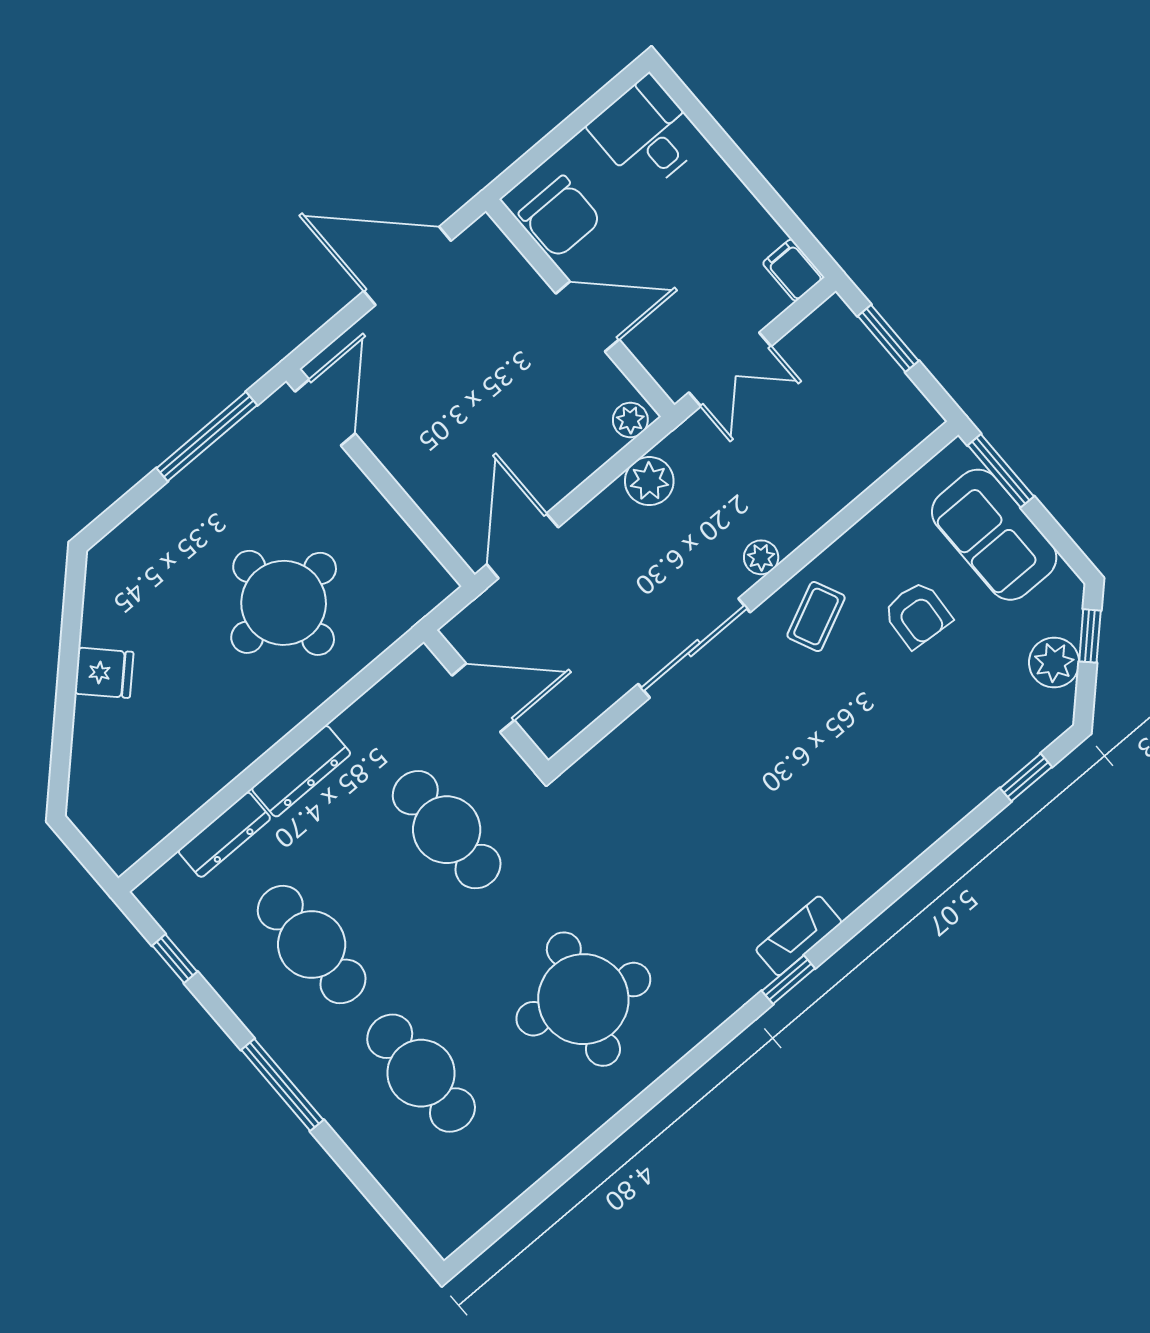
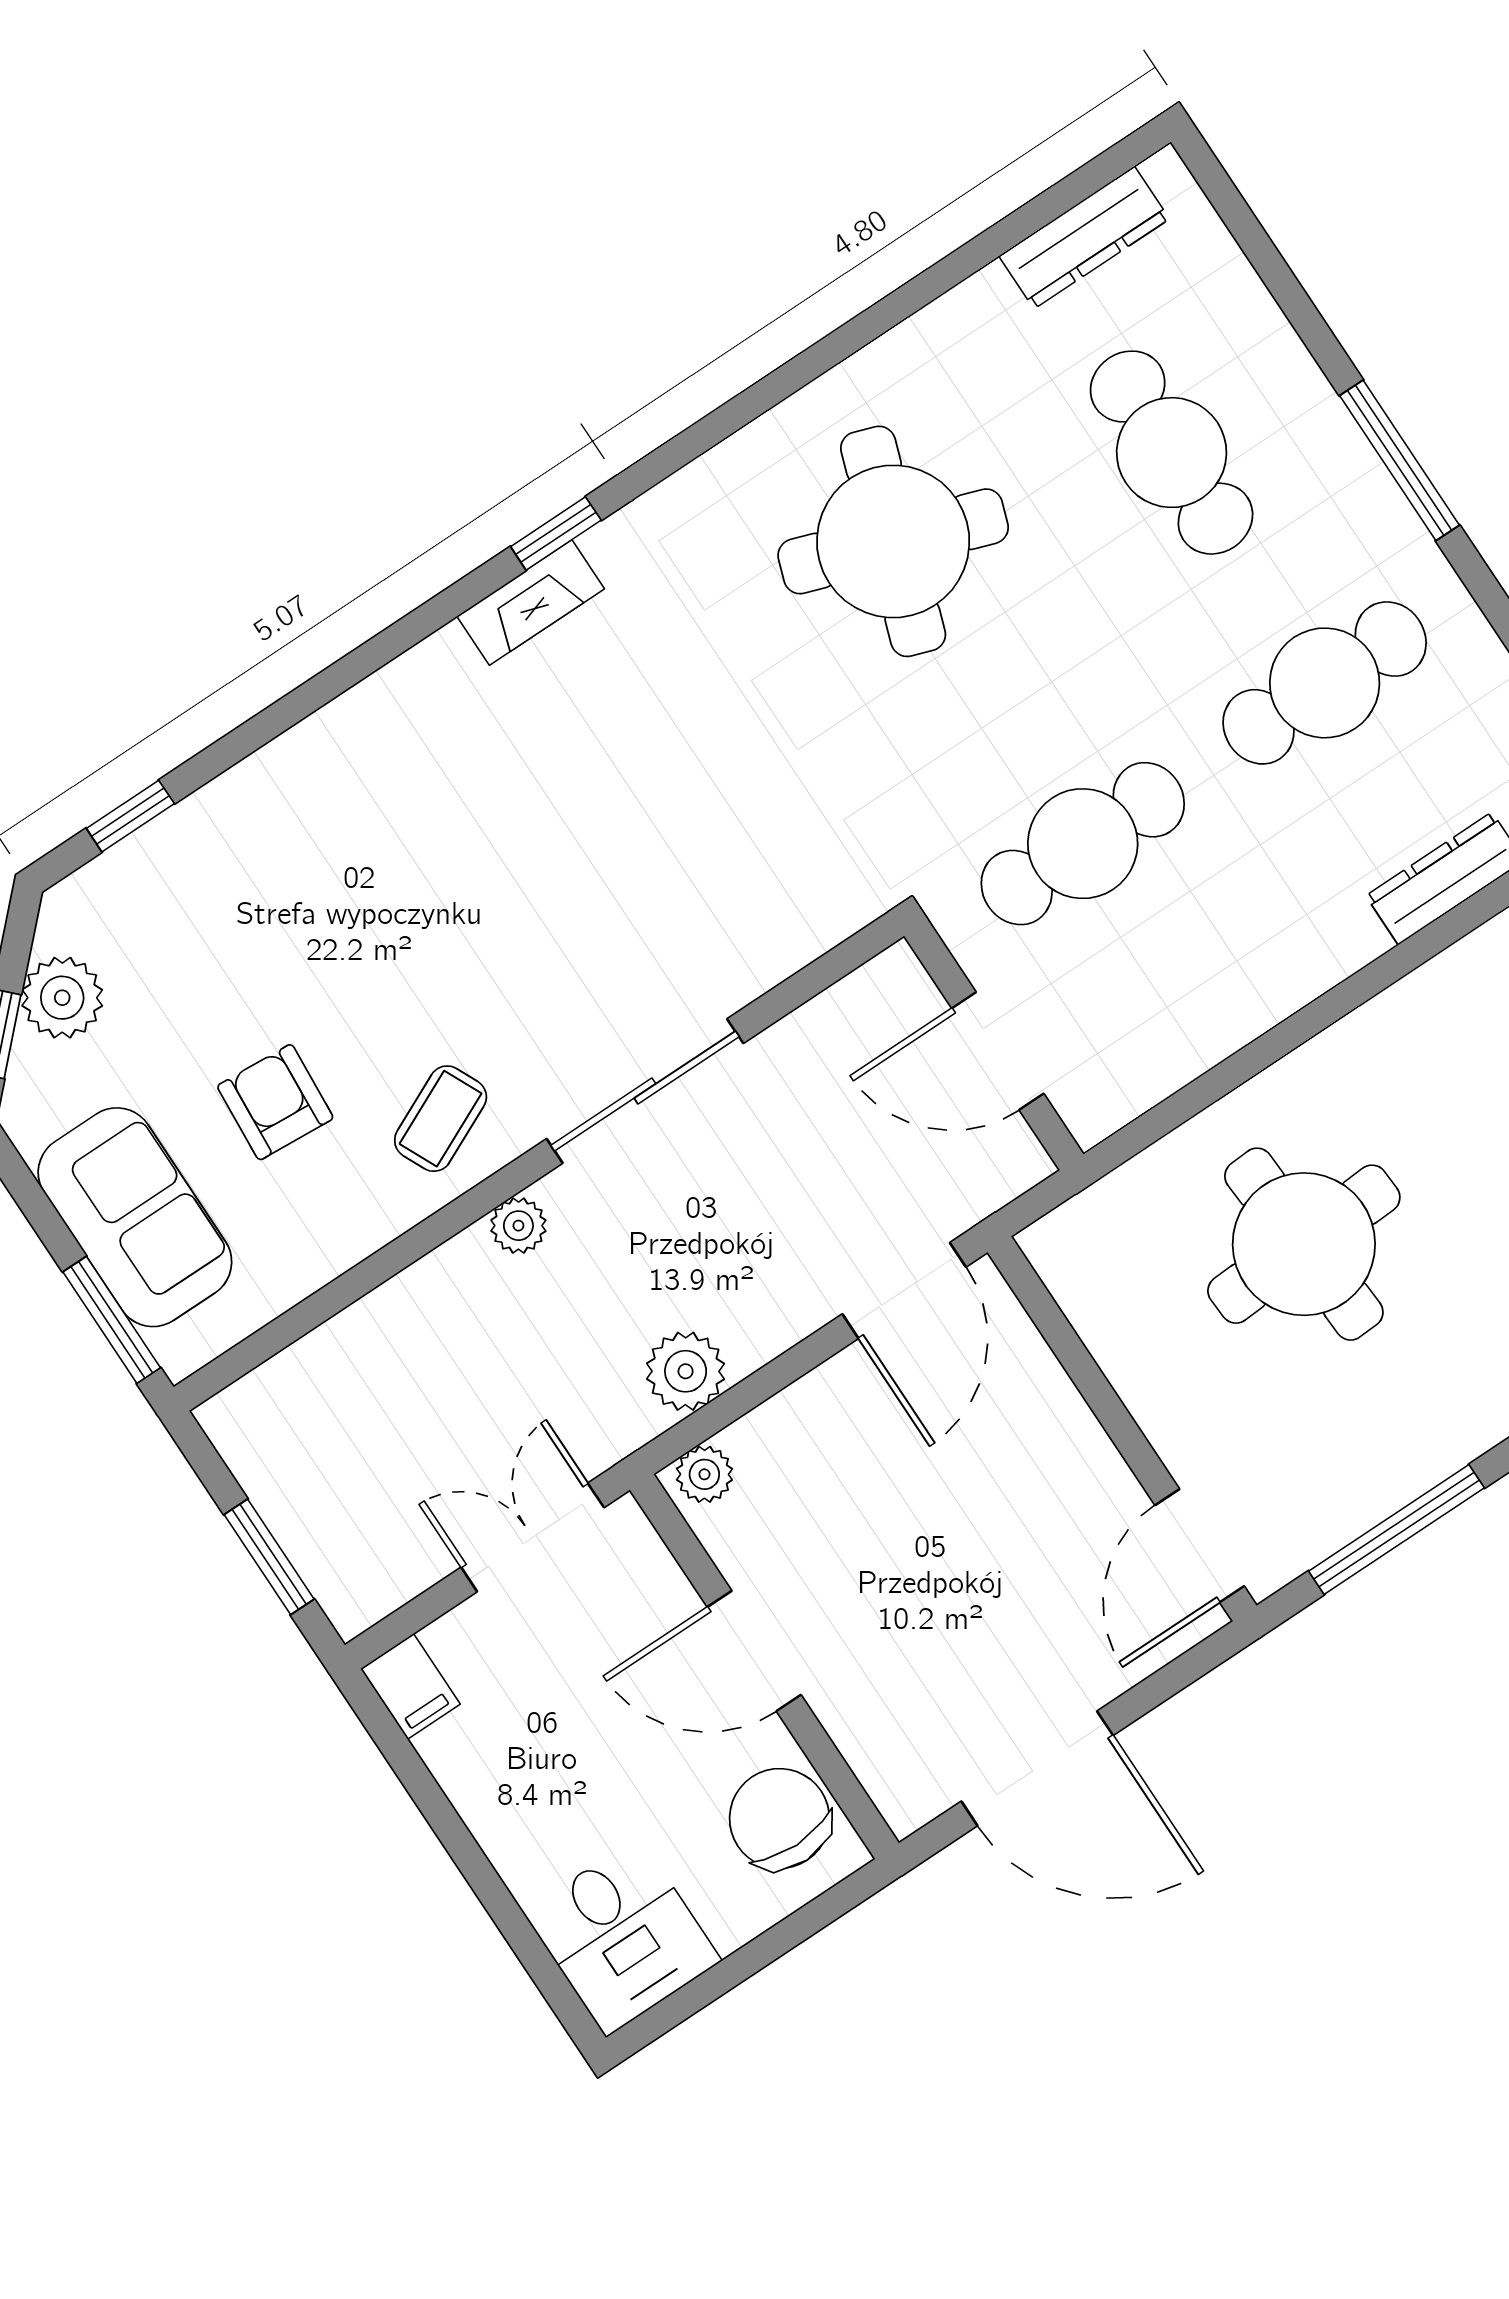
dresser: (301, 771) -> (1084, 238), moved, turned 180
cafe table: (447, 830) -> (1083, 844), turned 90
cafe table: (312, 945) -> (1325, 683), turned 90

